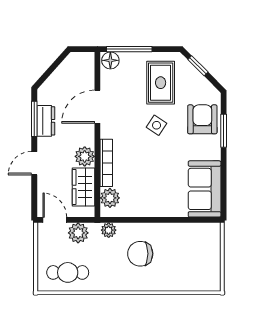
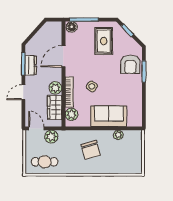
armchair: (202, 119) -> (130, 64), turned 180
side table: (157, 125) -> (92, 86), moved
sofa: (205, 189) -> (109, 116), moved, turned 90
plant: (109, 230) -> (118, 135), moved
chair: (140, 254) -> (91, 150), turned -105

